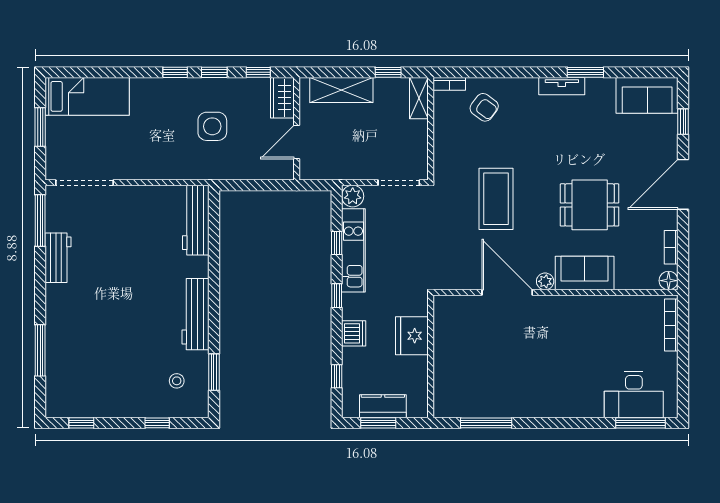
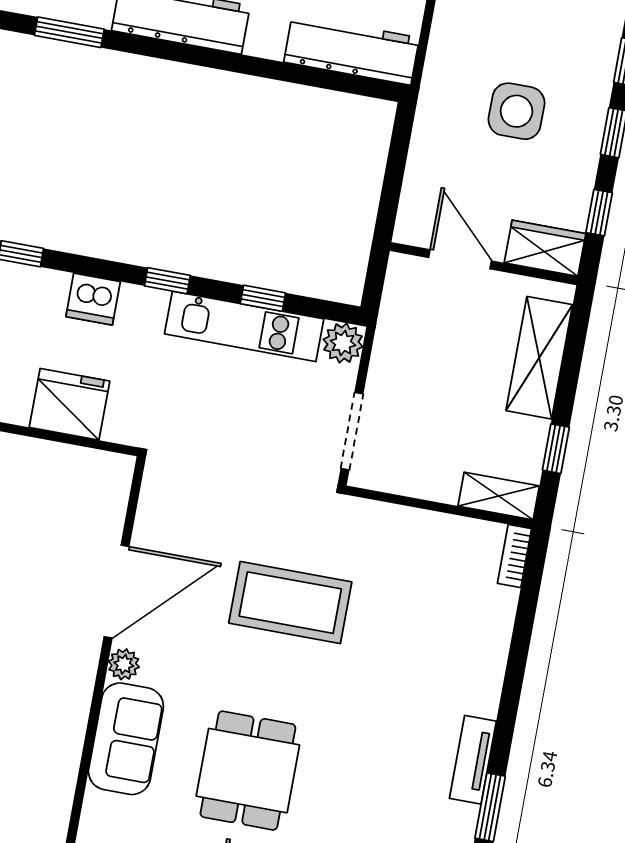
armchair: (484, 107) -> (460, 612), removed

